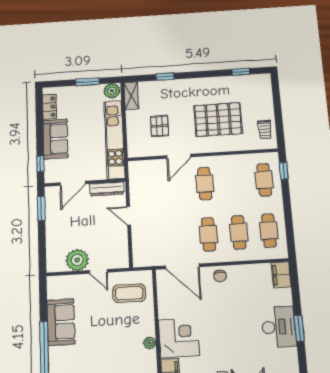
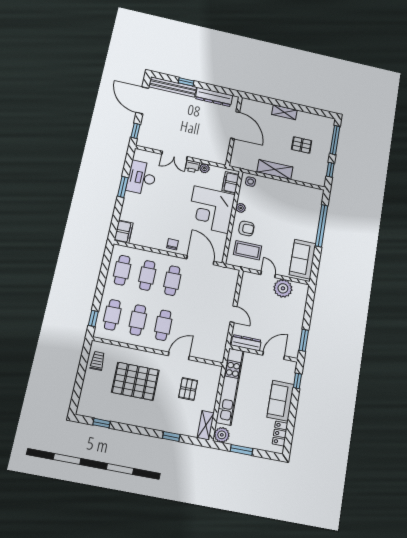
cafe table: (234, 182) -> (138, 320), added
armchair: (137, 319) -> (246, 228), added
sofa: (61, 322) -> (303, 259), moved
desk: (279, 327) -> (142, 178), moved
corner desk: (179, 338) -> (211, 210), width x1.36, depth x1.36

